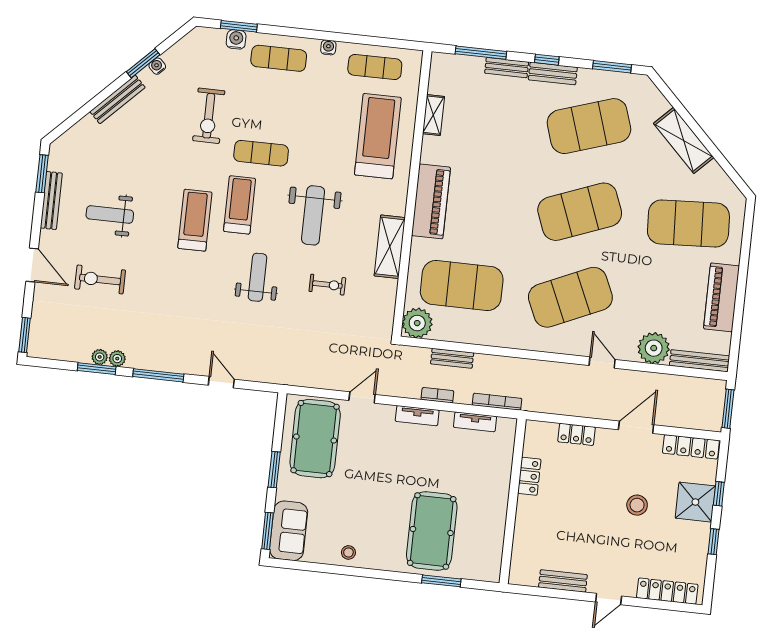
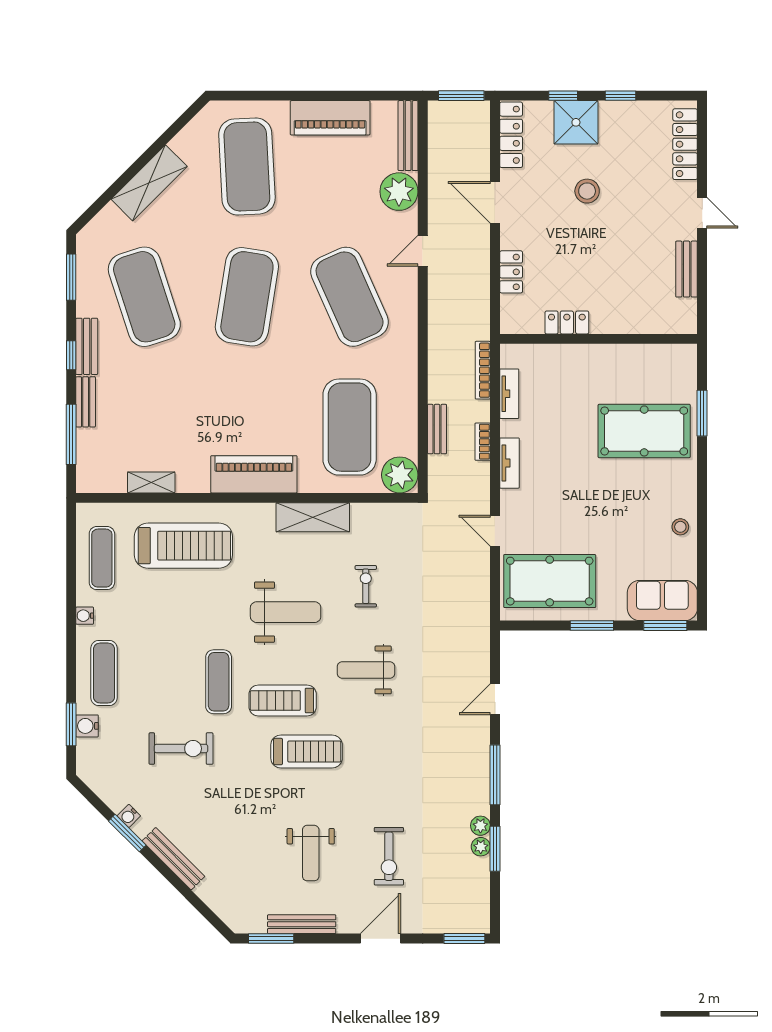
treadmill: (378, 136) -> (183, 546), turned 180
exercise mat: (580, 212) -> (247, 297), turned 30
treadmill: (195, 220) -> (307, 752), turned 180

